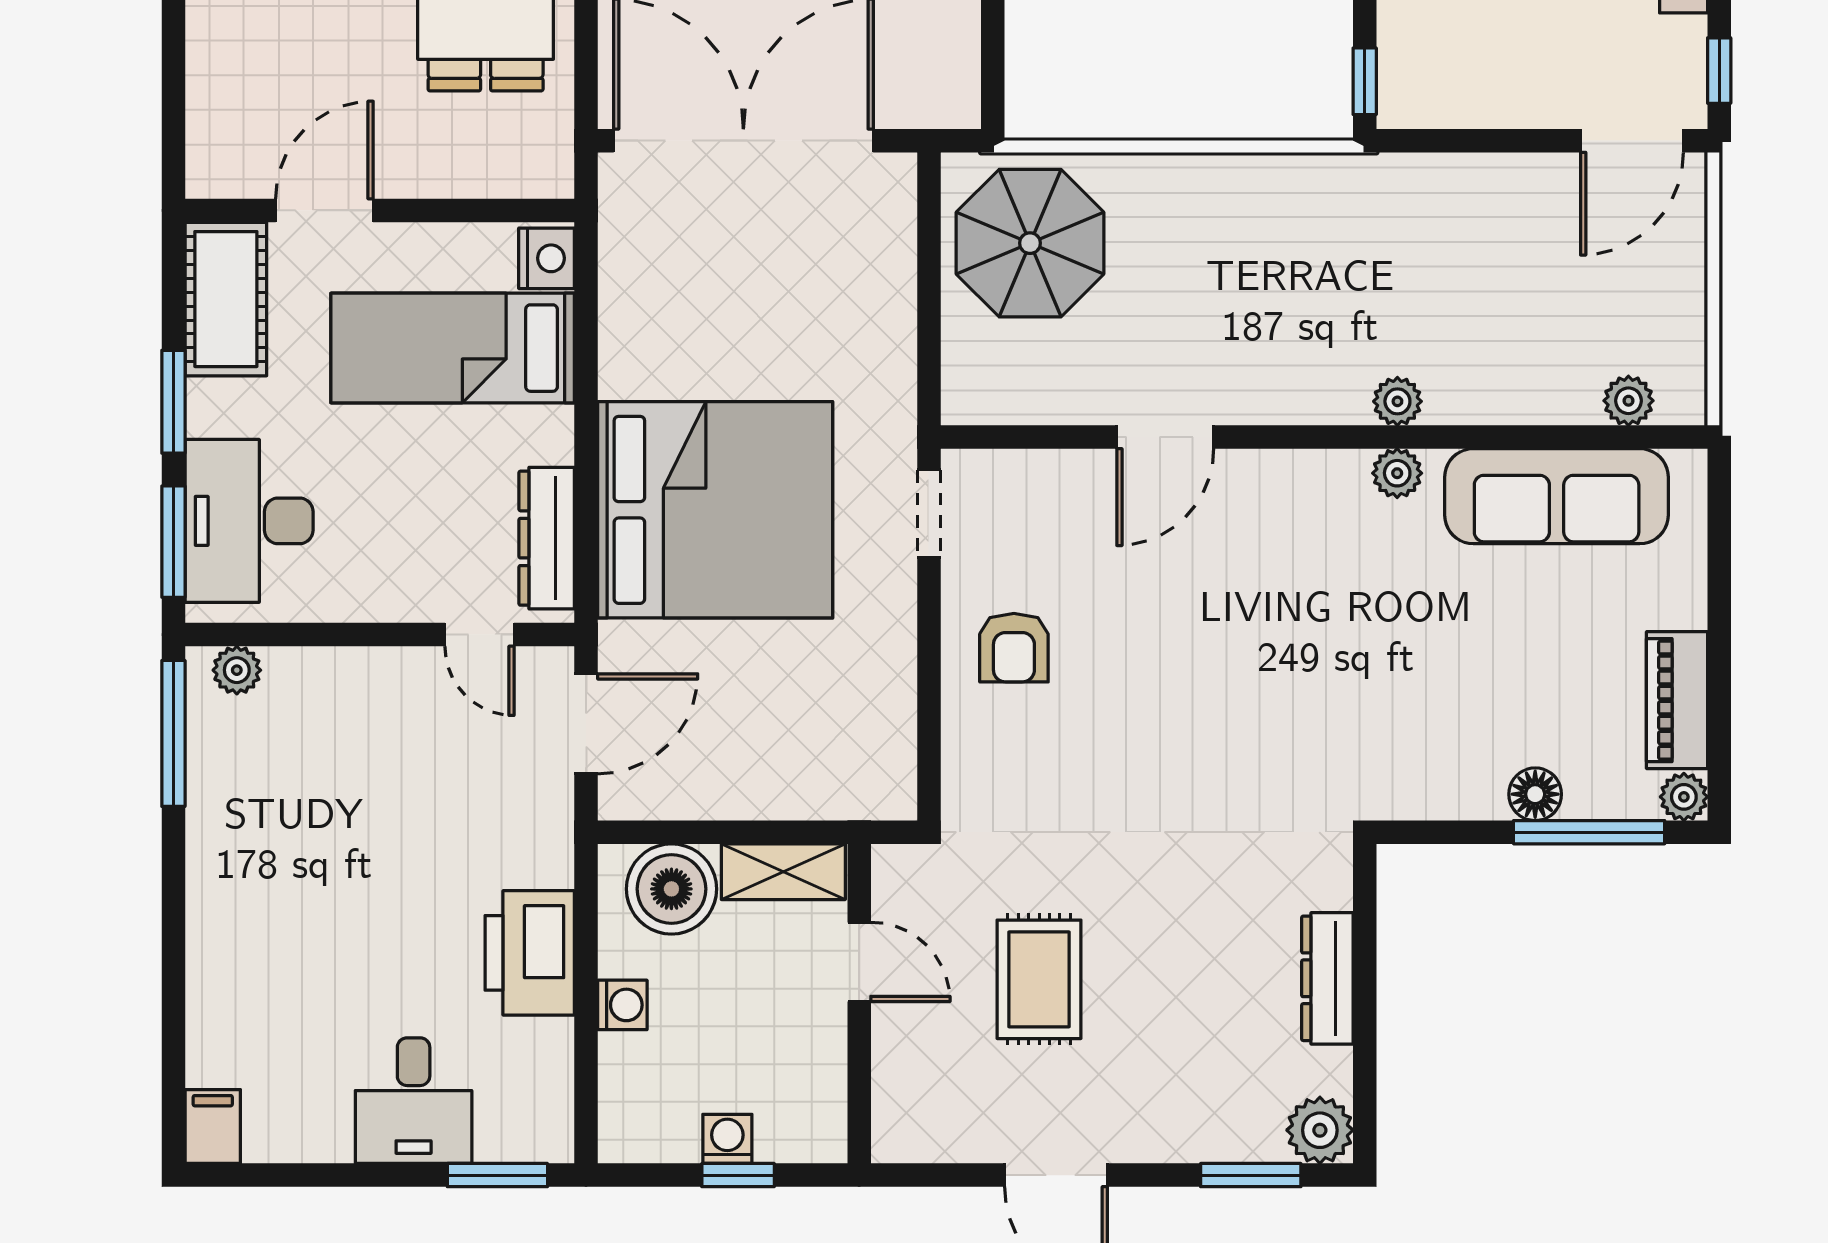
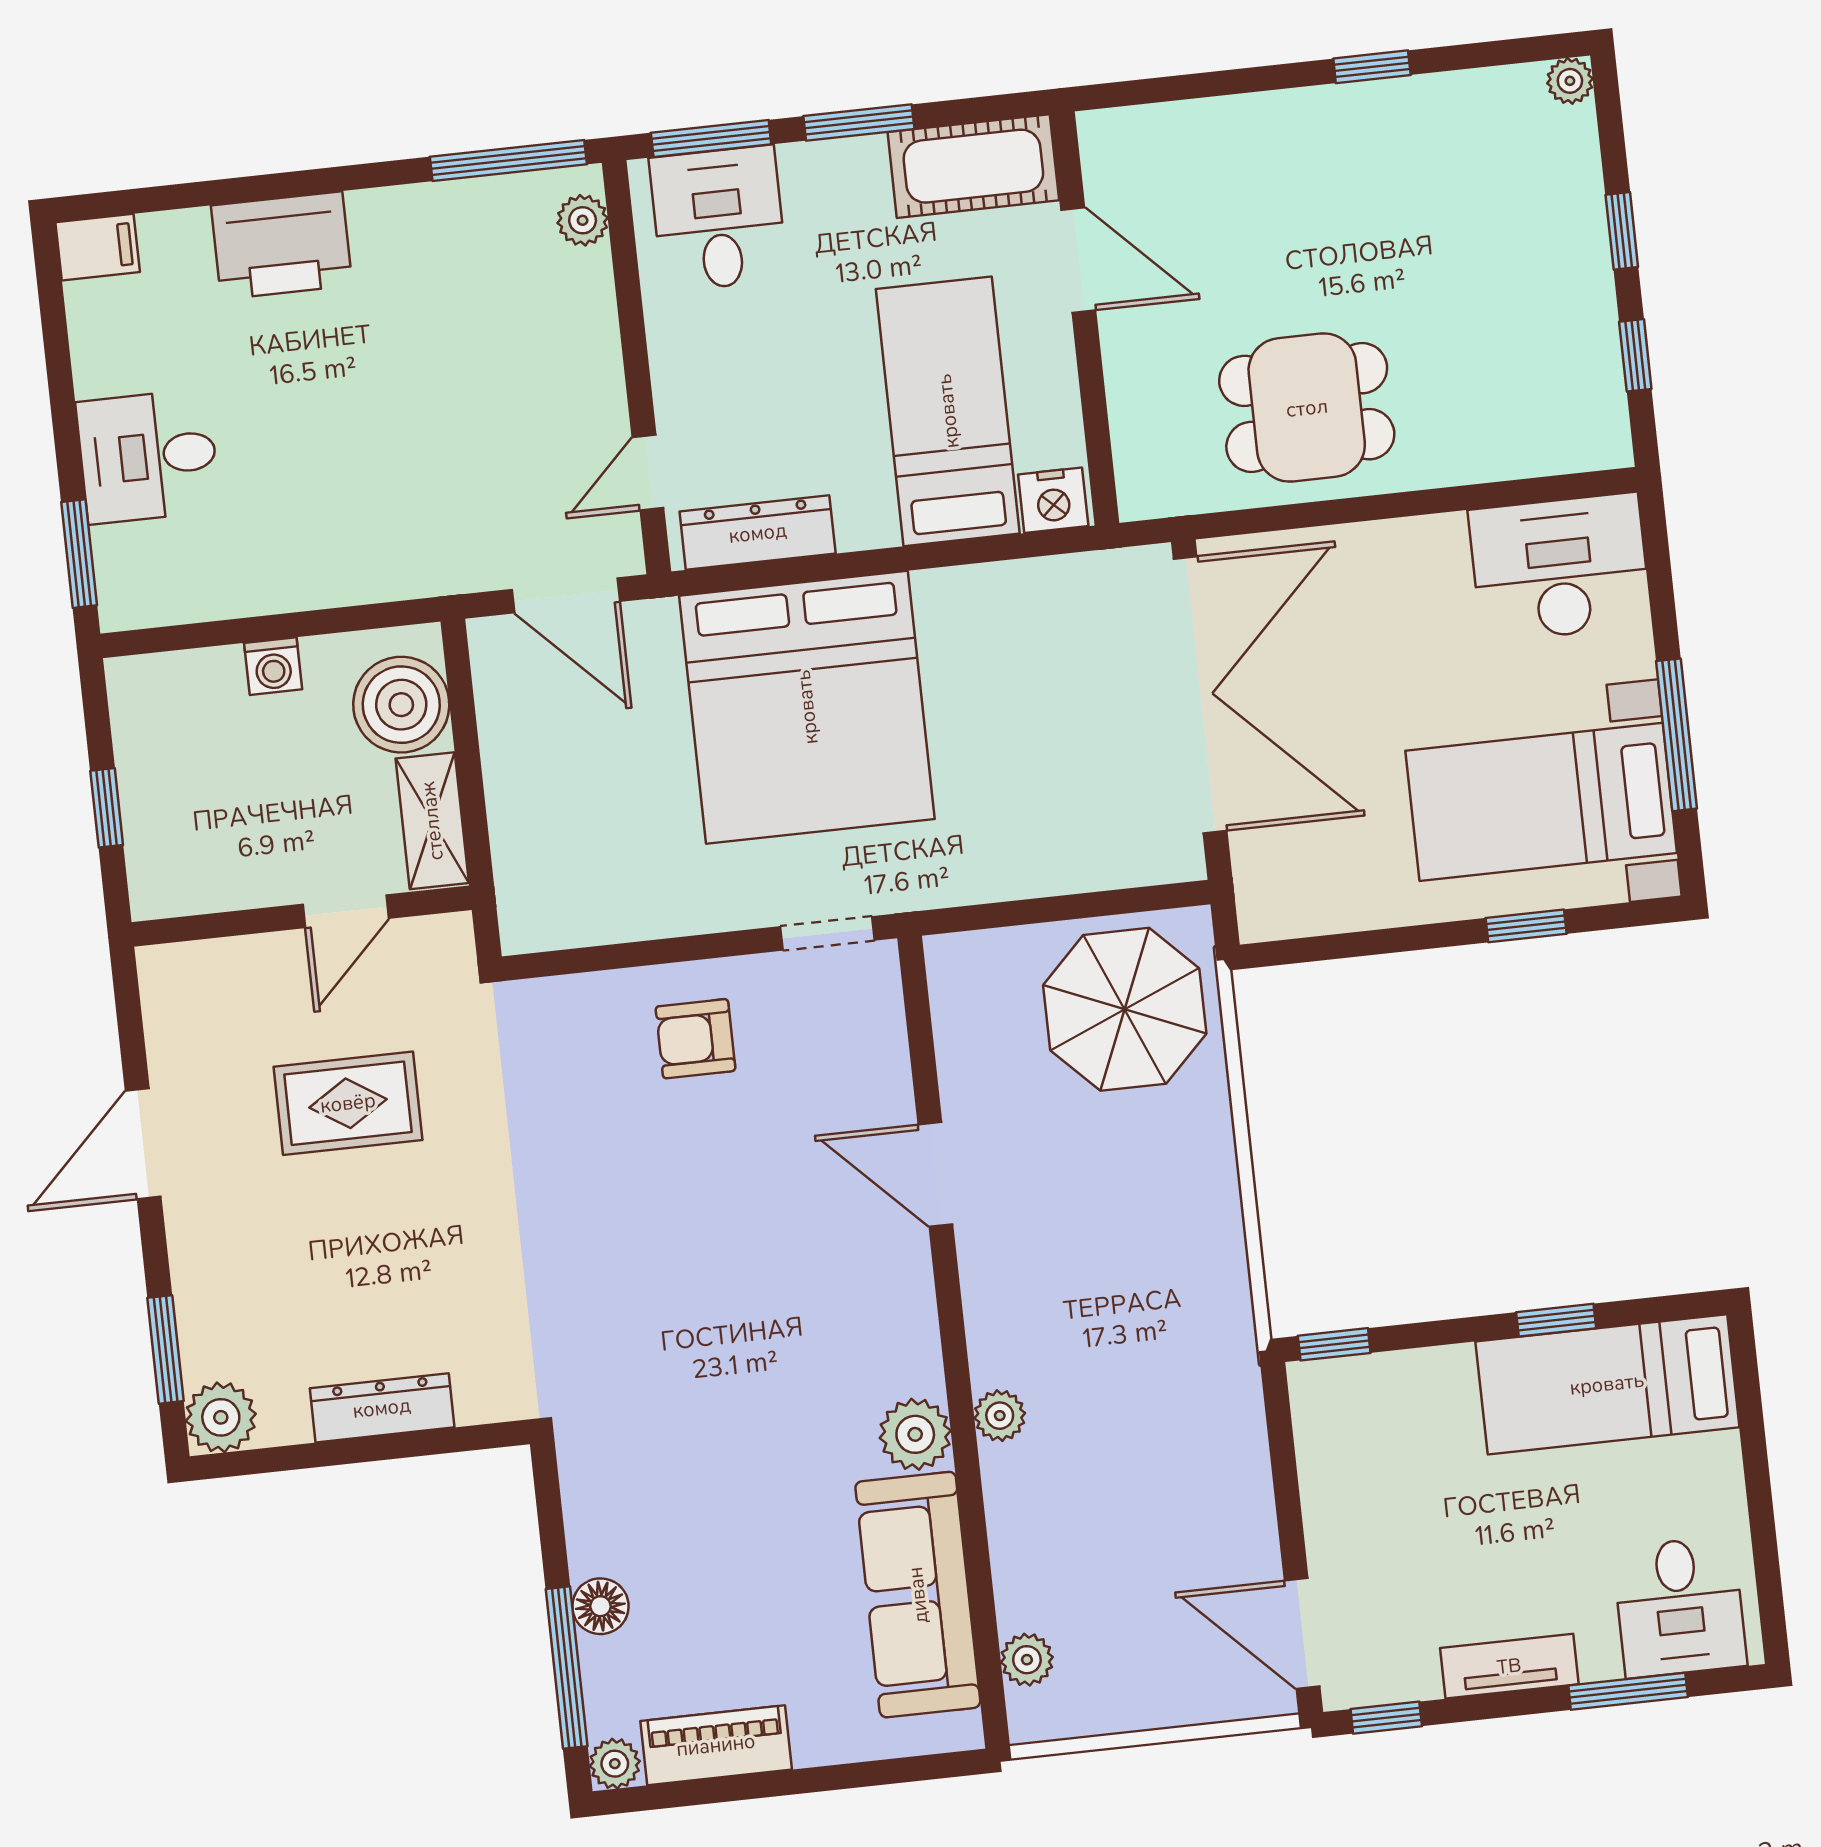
plant: (1397, 473) -> (915, 1434), width x1.38, depth x1.38
desk: (249, 521) -> (718, 219), width x0.73
printer: (530, 953) -> (282, 245), moved, turned 180
washing machine: (727, 1139) -> (144, 792), removed

